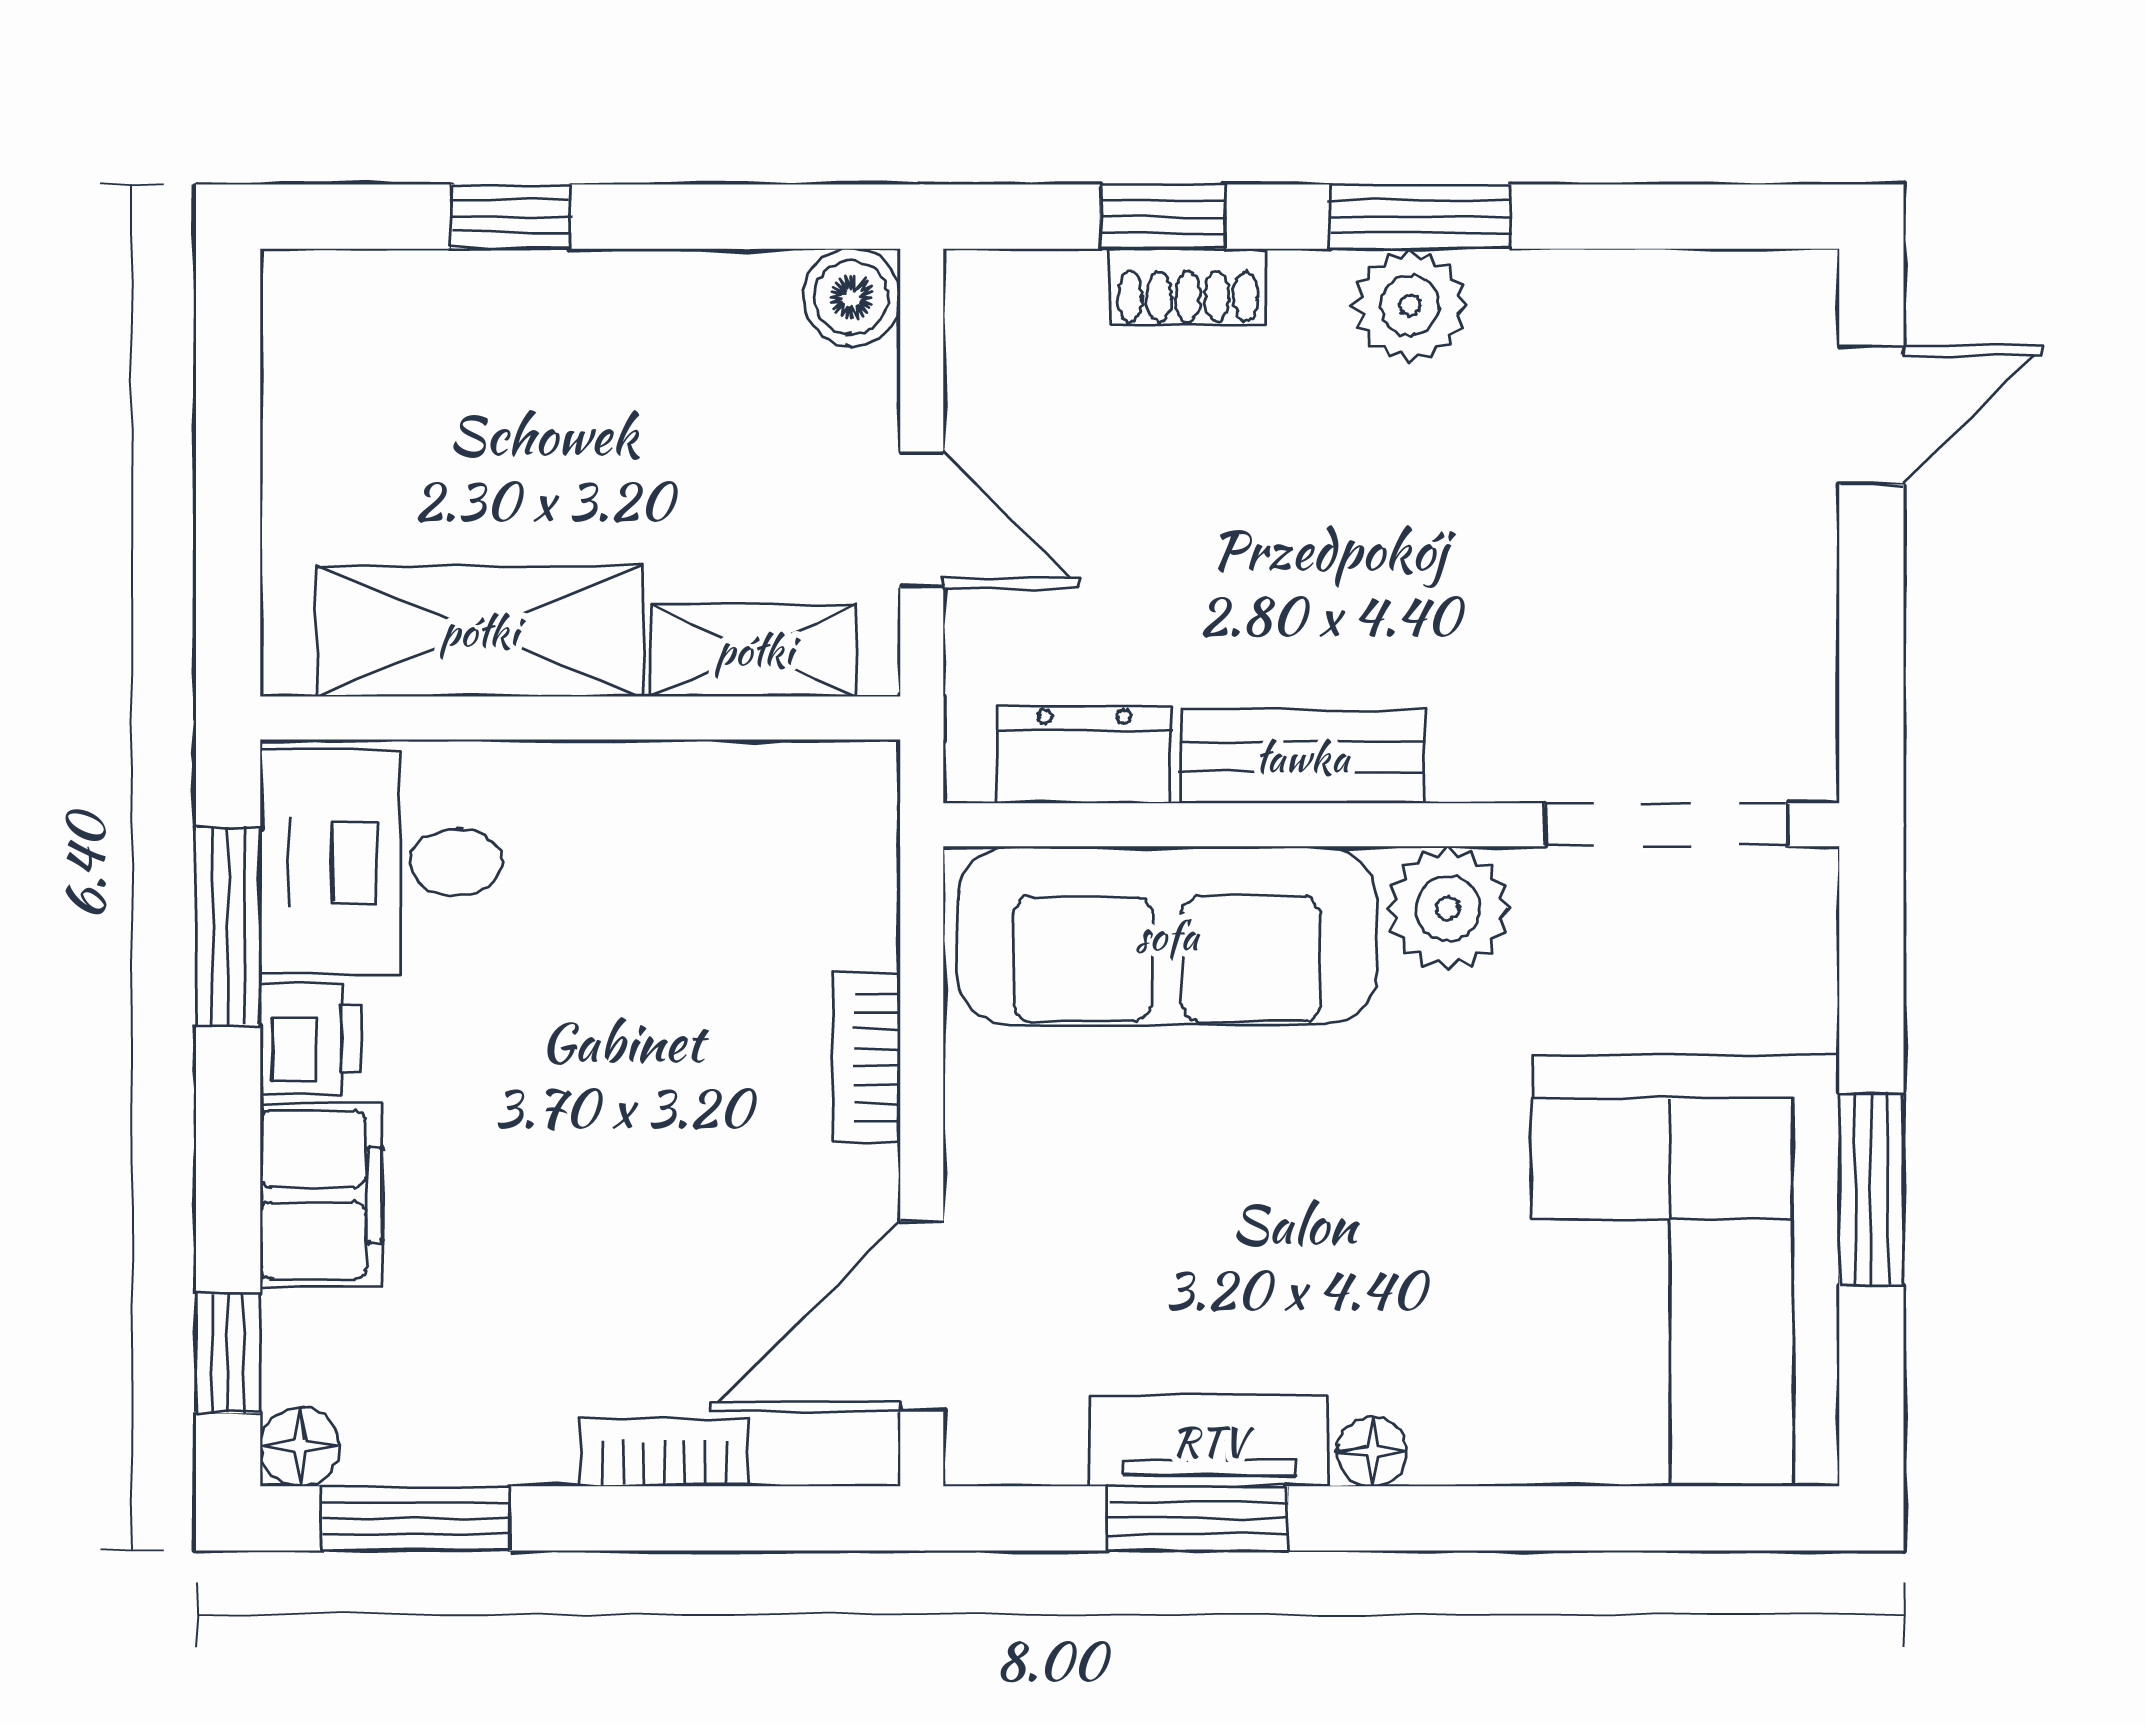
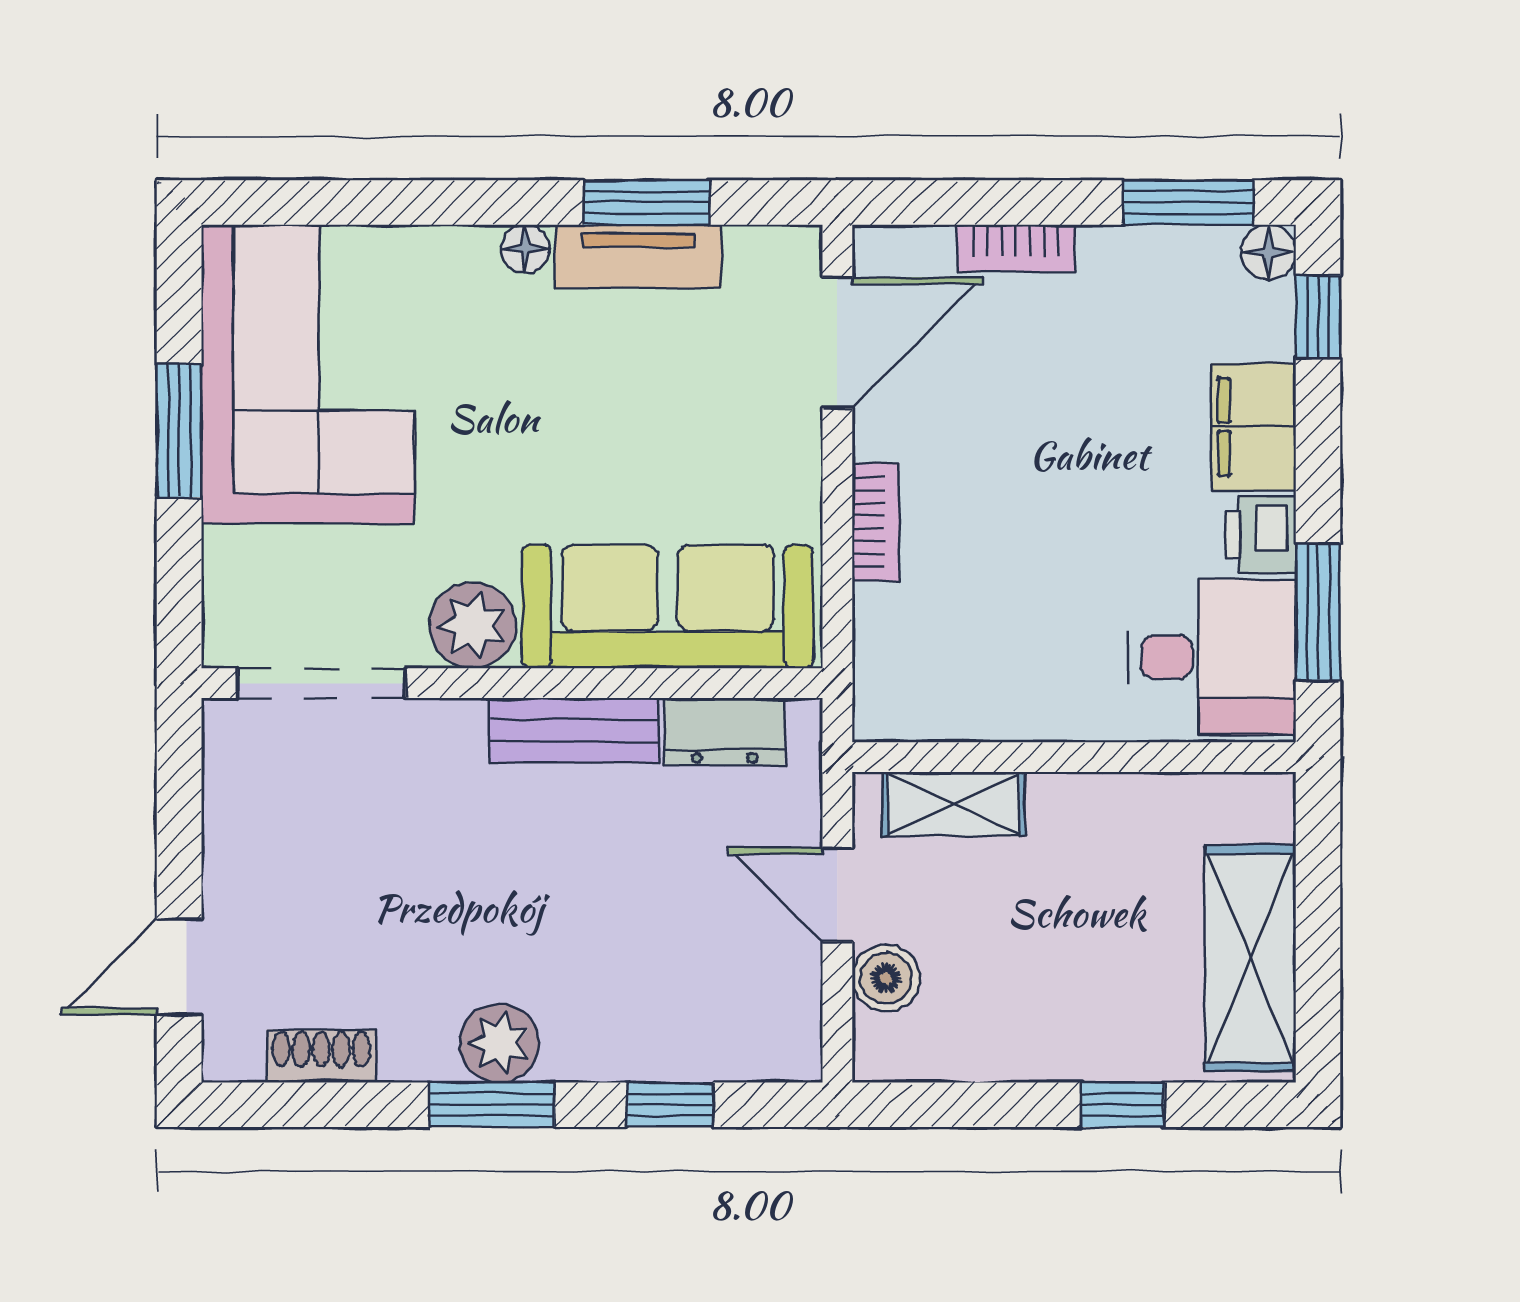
shoe rack: (1188, 287) -> (321, 1056), moved
boiler: (852, 297) -> (886, 978), moved
shelving: (479, 631) -> (1251, 958), moved, turned 90

